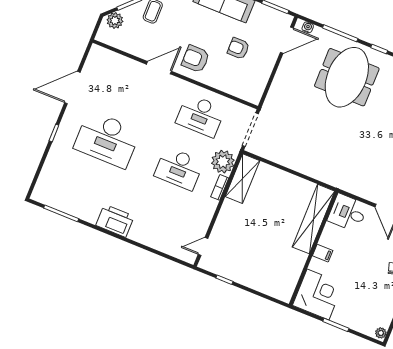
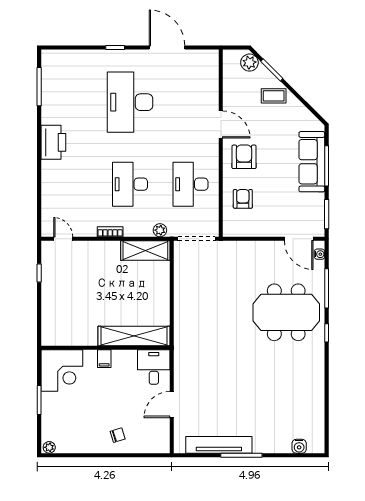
armchair: (238, 48) -> (243, 199), moved
plant: (223, 162) -> (160, 230), width x0.53, depth x0.53
bookcase: (220, 187) -> (110, 232), moved

